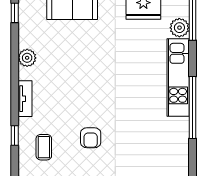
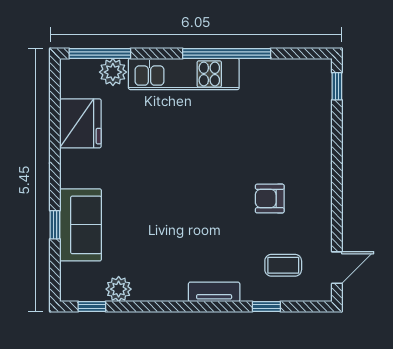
plant: (27, 58) -> (119, 289), moved
armchair: (91, 138) -> (270, 199), turned 180

